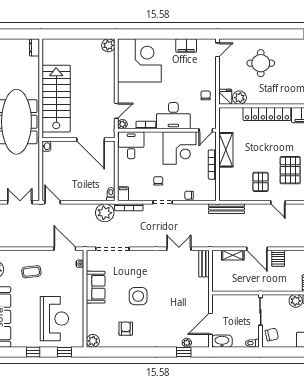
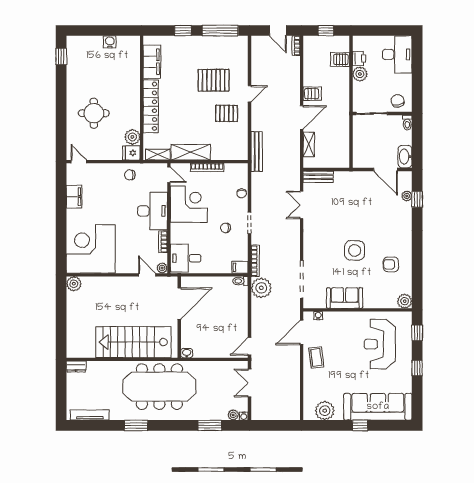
shelving: (224, 120) -> (158, 155), added
coffee table: (31, 272) -> (316, 357), moved
reception desk: (54, 319) -> (380, 344), turned -90

